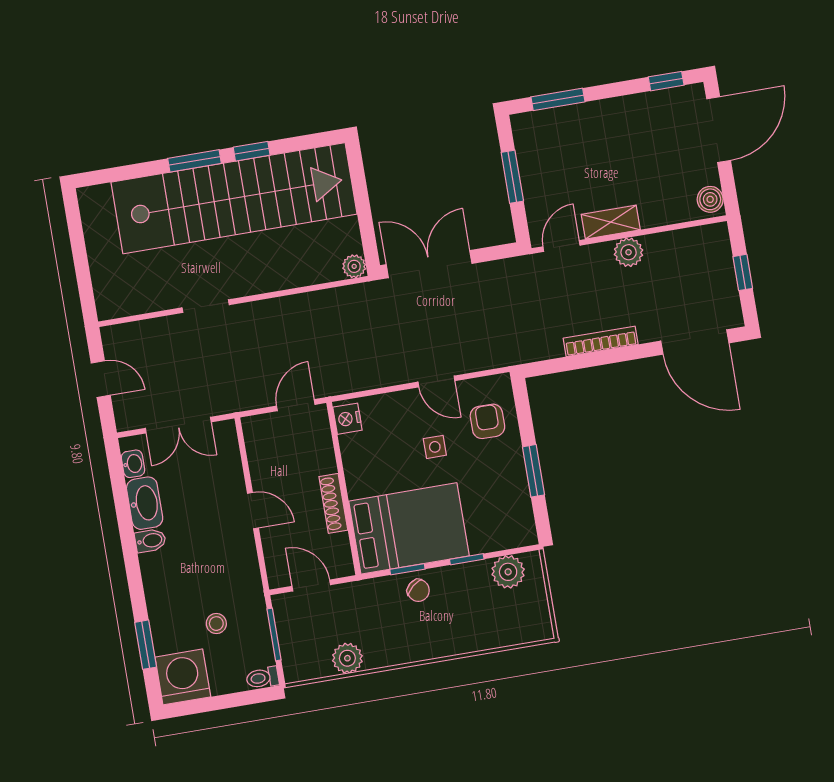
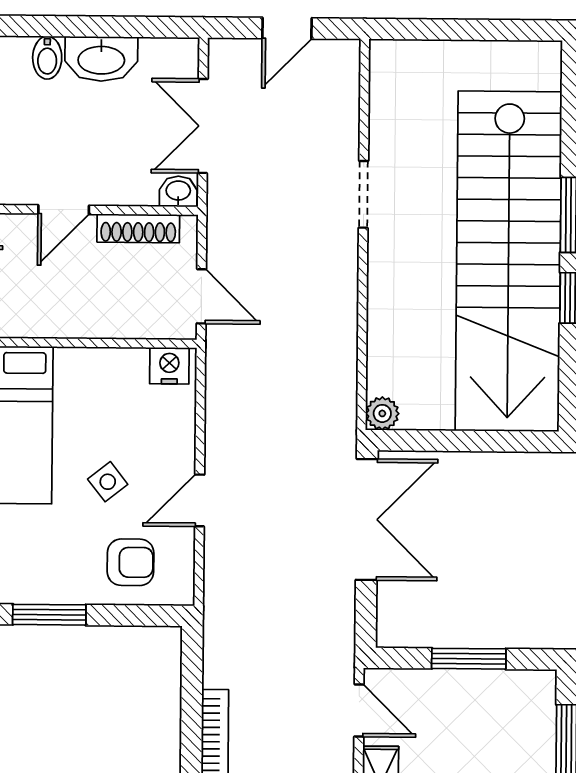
side table: (435, 447) -> (108, 482), turned -38
washbasin: (133, 464) -> (178, 191), moved, turned 180
shoe rack: (333, 503) -> (138, 228), moved, turned 180

